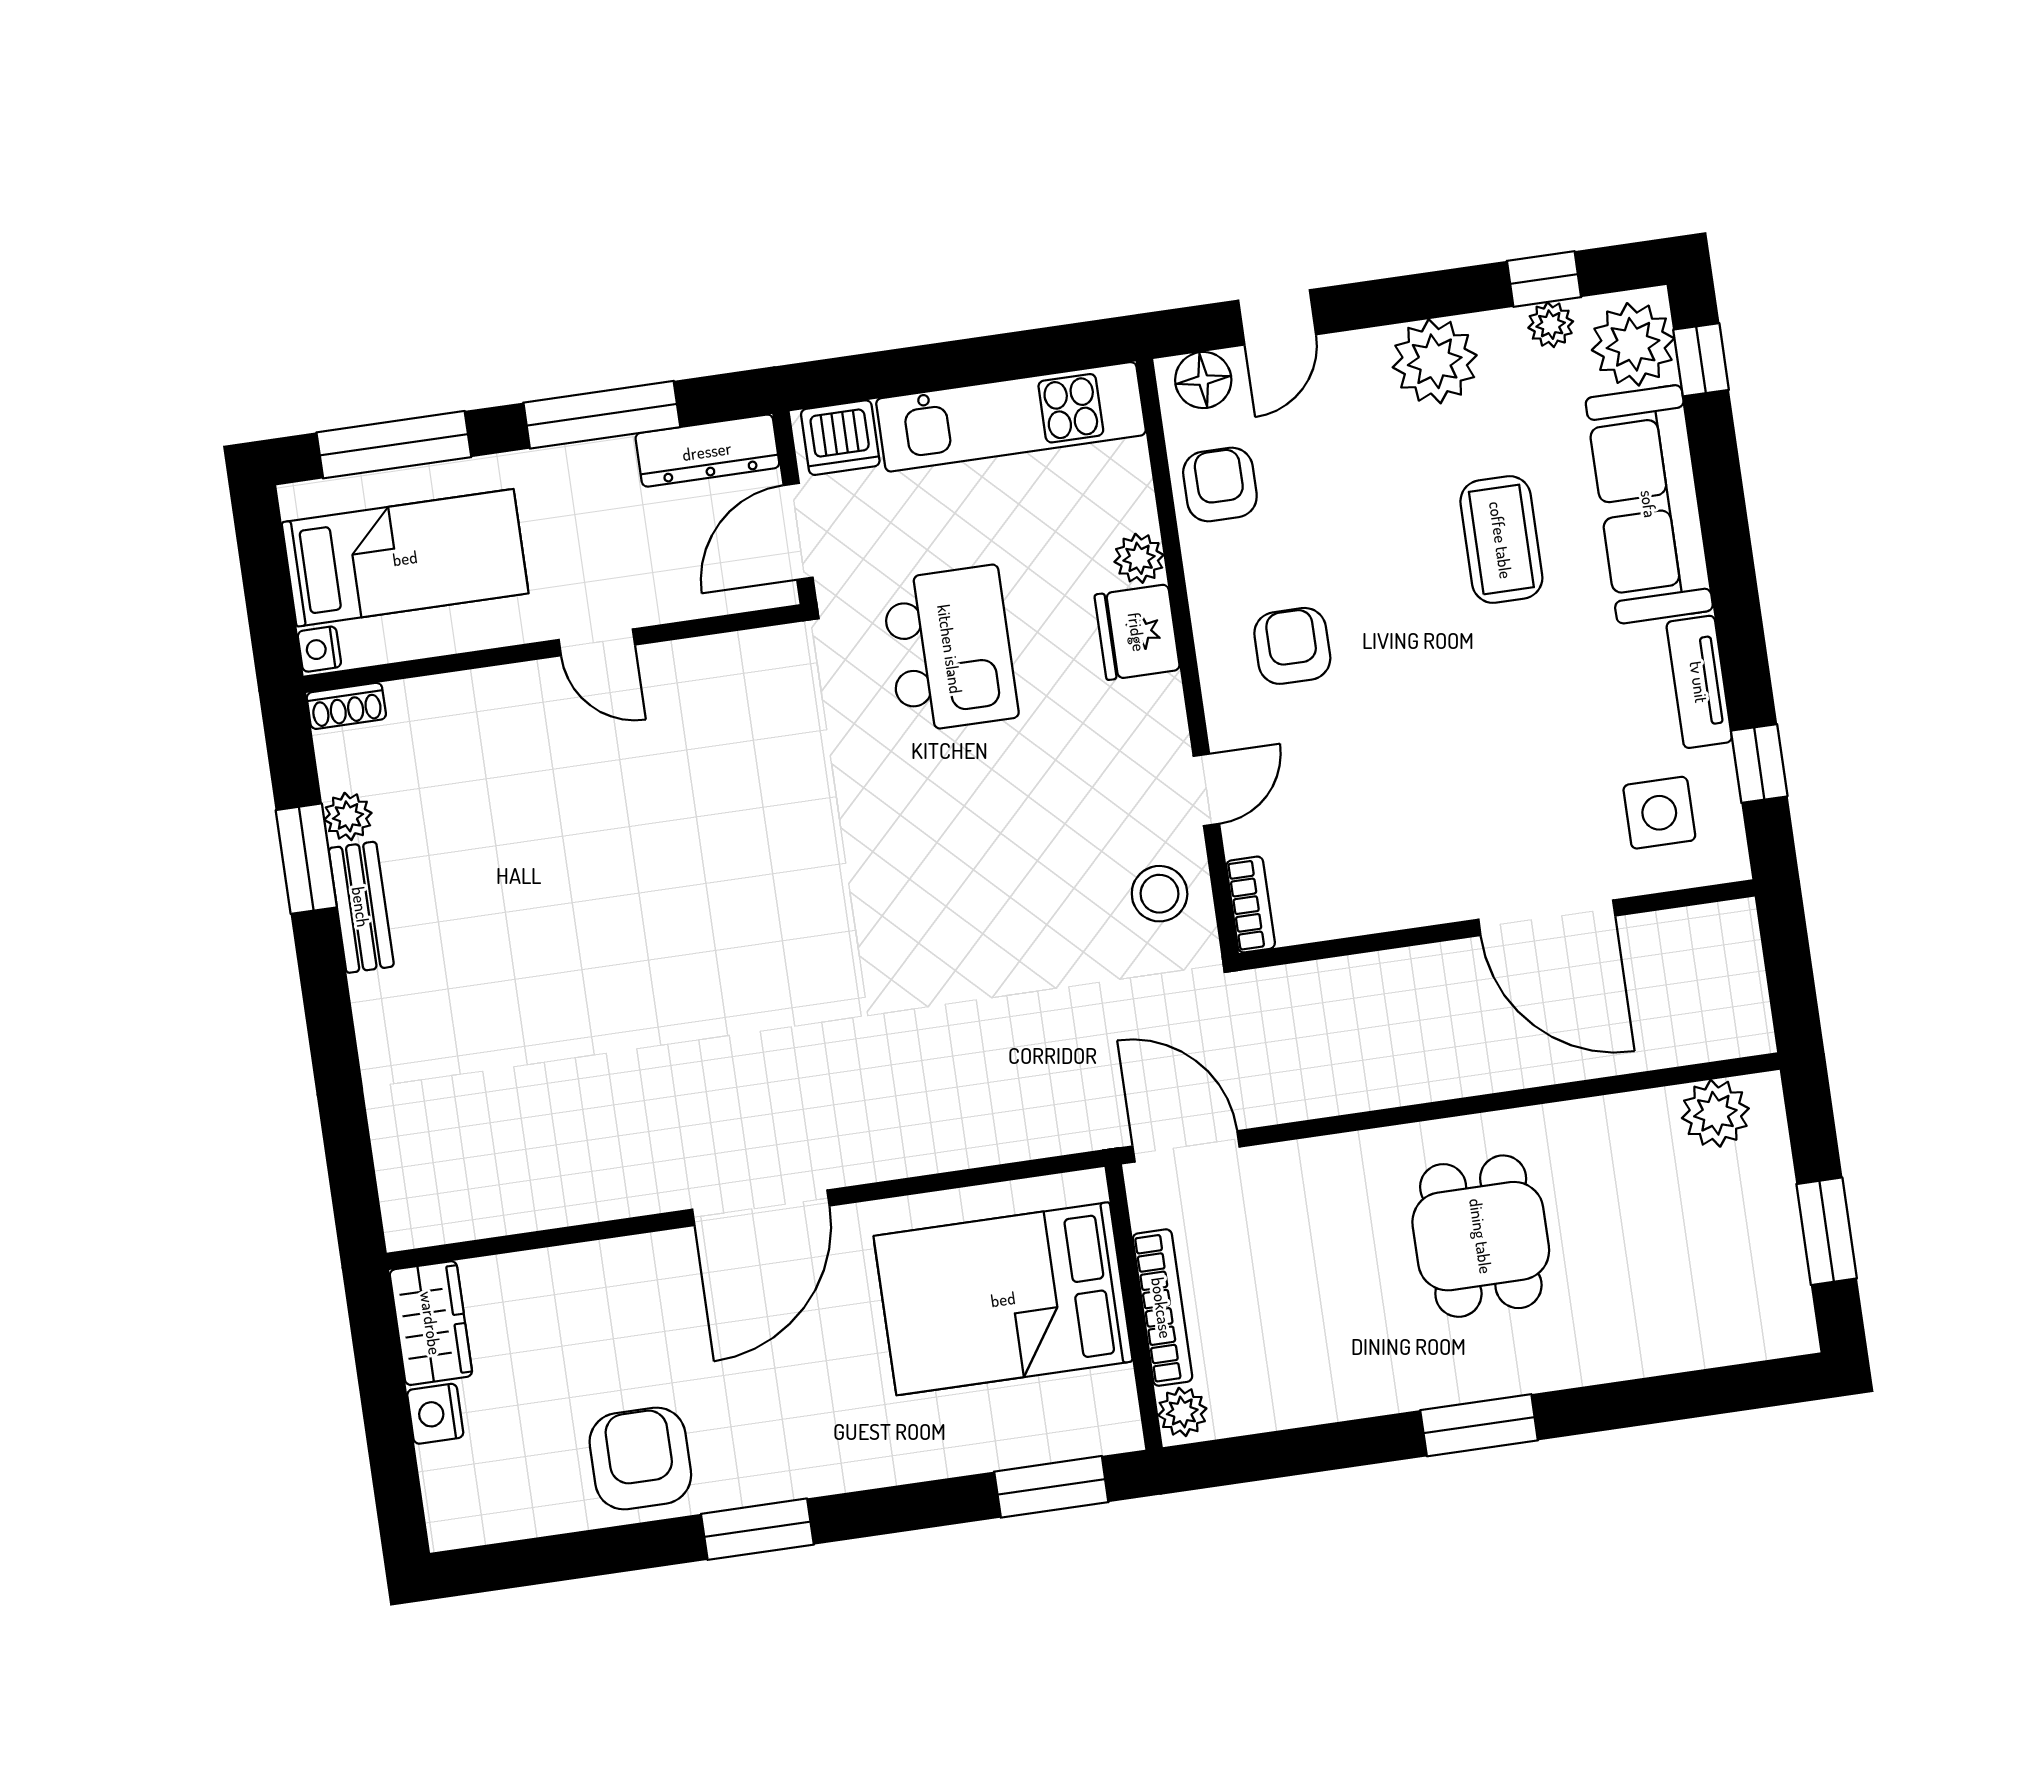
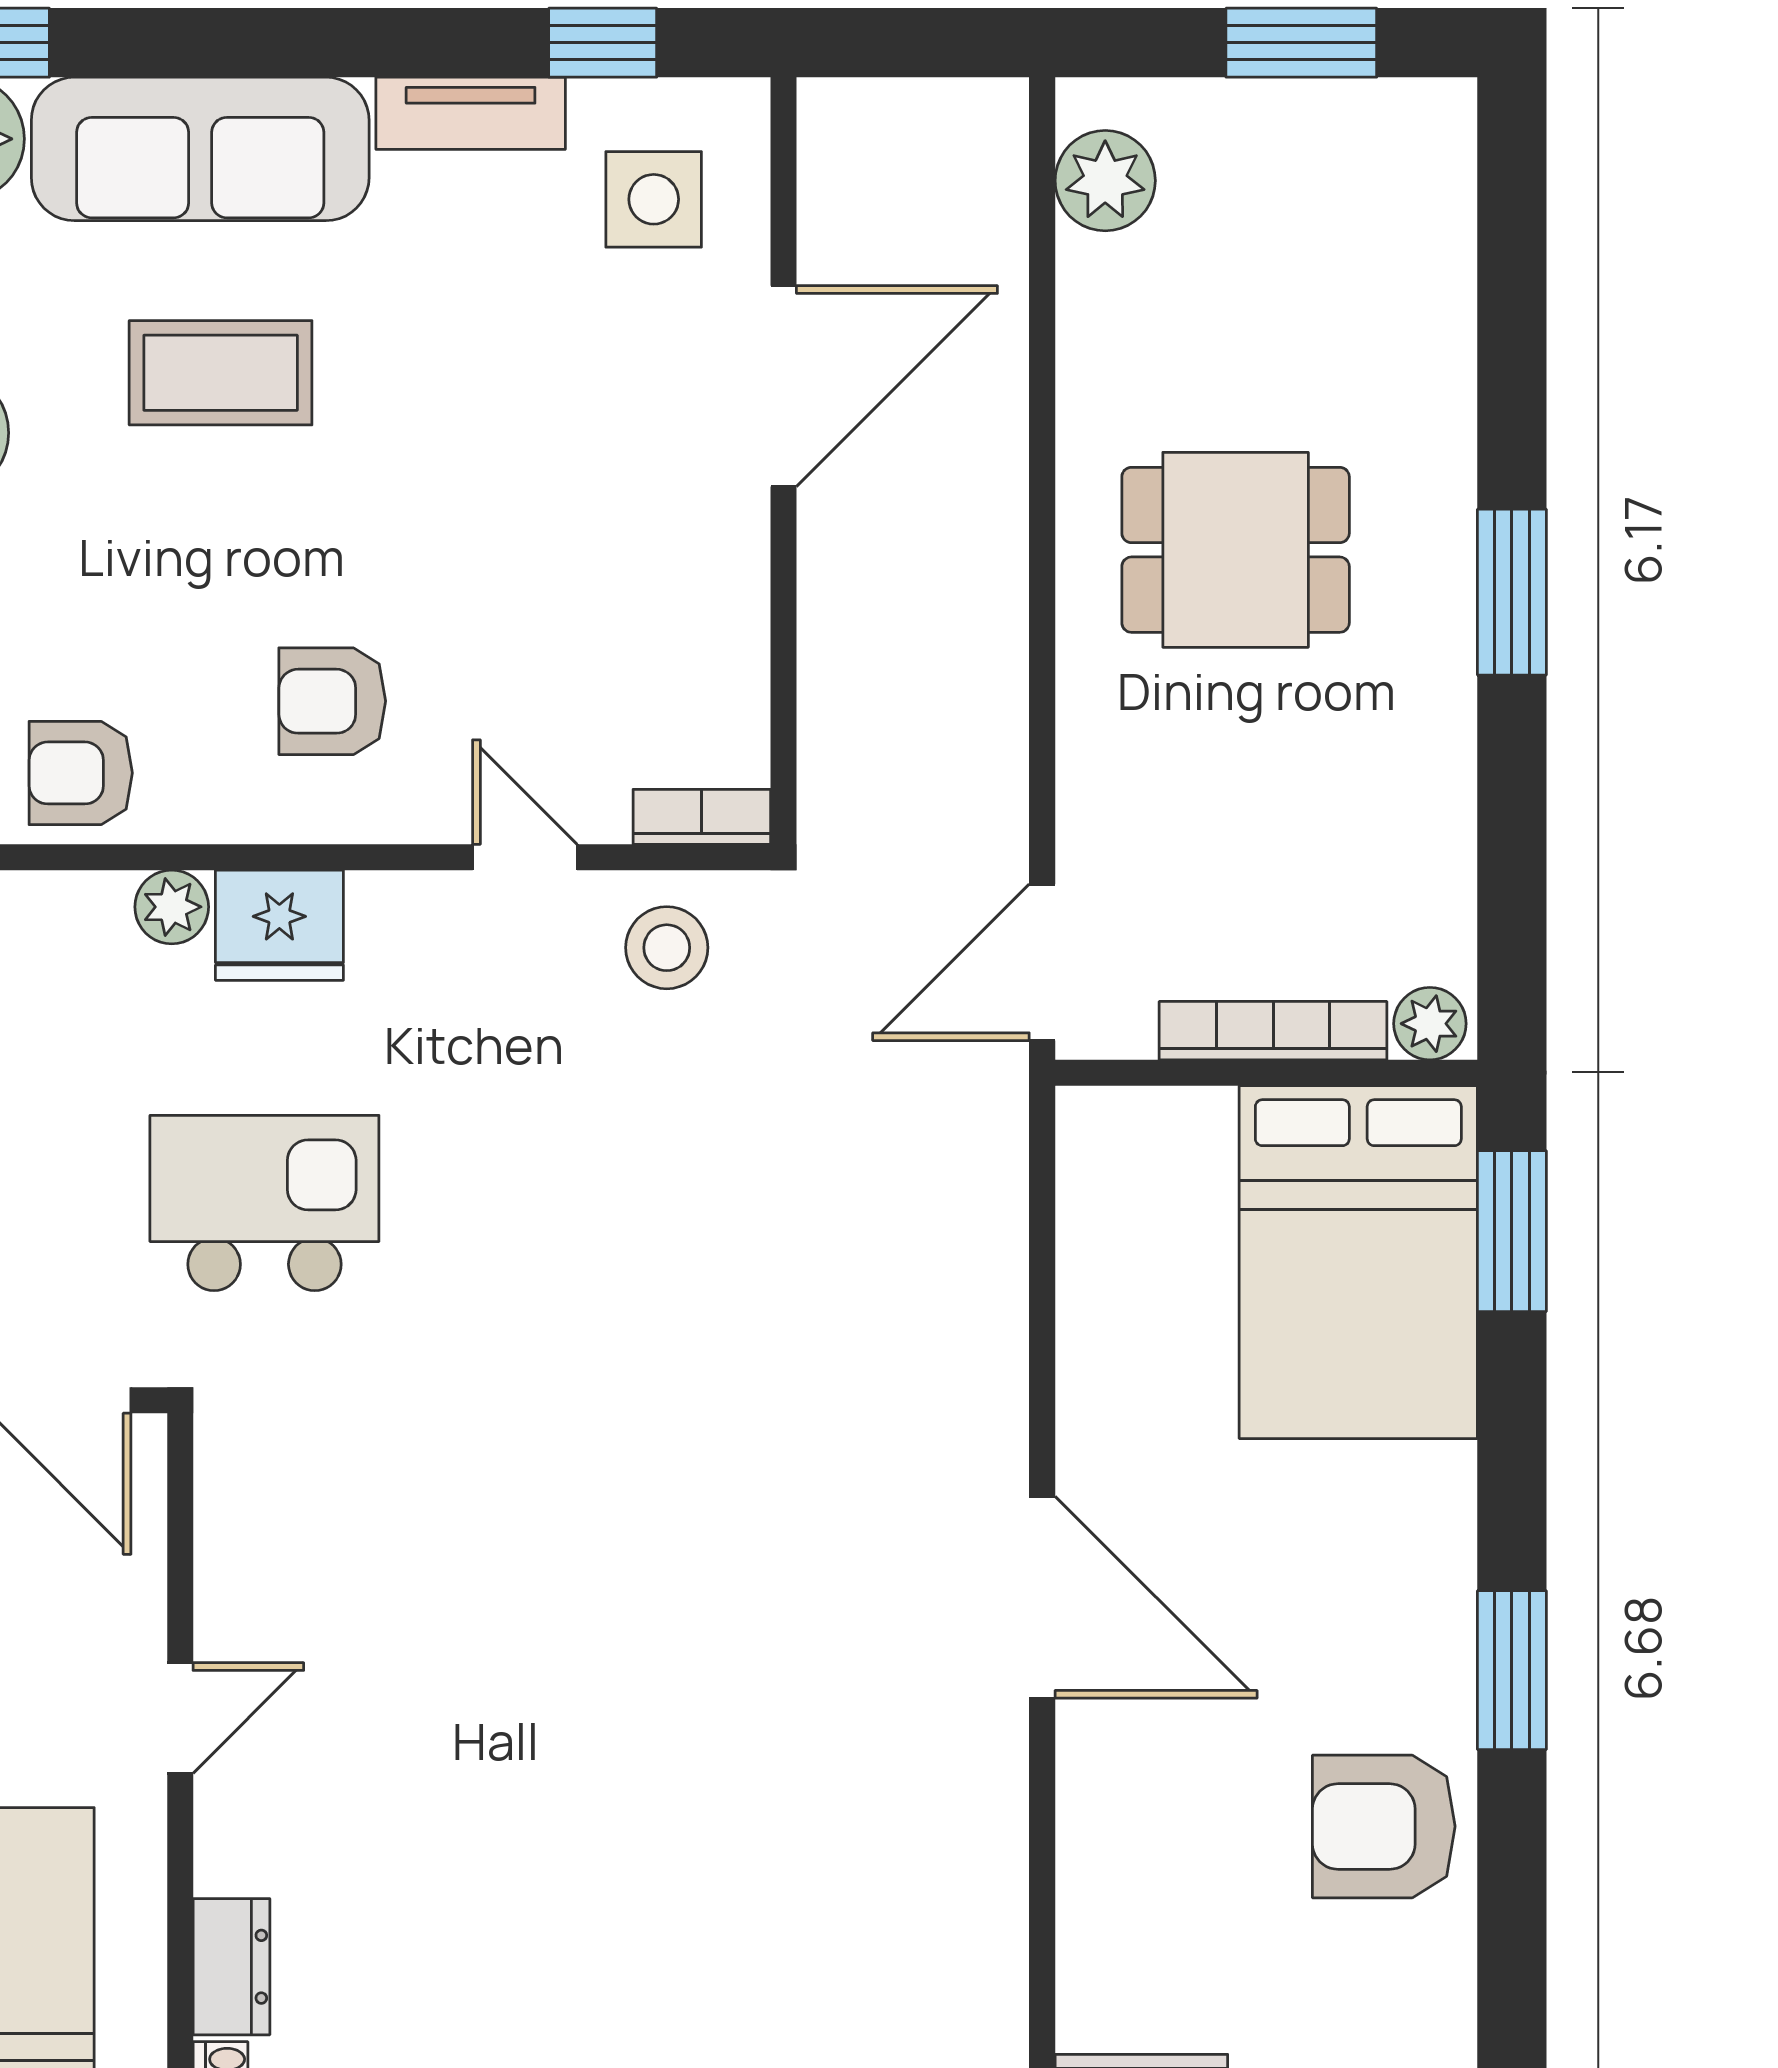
dresser: (435, 701) -> (231, 1967), added
bed: (1003, 1299) -> (1358, 1262), moved

